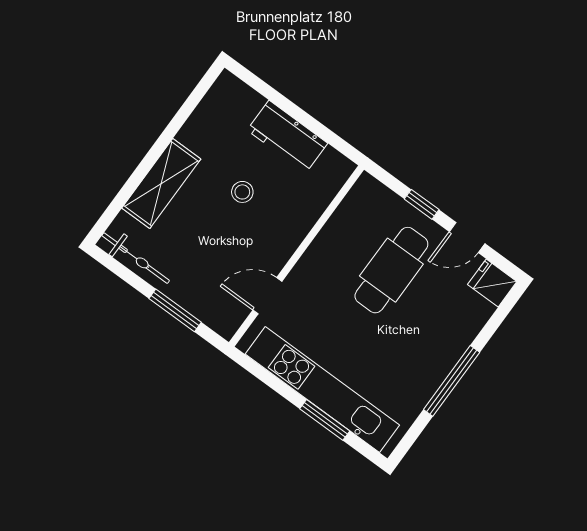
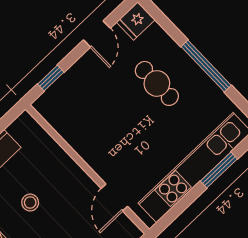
window: (422, 204) -> (51, 78), moved
cafe table: (391, 270) -> (157, 83), moved, width x0.73, depth x0.74

